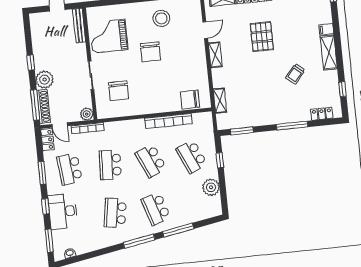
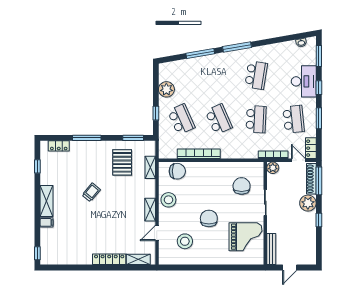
stool: (161, 18) -> (185, 241), moved
pallet: (262, 37) -> (122, 162), moved
stool: (196, 67) -> (168, 200), added
trolley: (295, 74) -> (91, 192), moved
school desk: (156, 209) -> (219, 75), removed

